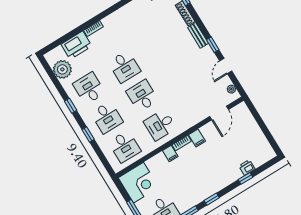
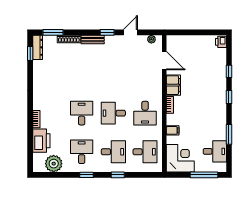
door: (226, 66) -> (130, 32), swing flipped
desk: (124, 67) -> (82, 113), turned -90
desk: (89, 88) -> (82, 152), turned 90
filing cabinet: (197, 138) -> (173, 85), width x2.00
filing cabinet: (170, 154) -> (173, 130), moved
printer: (247, 167) -> (221, 42), moved
window: (212, 199) -> (229, 97), moved

